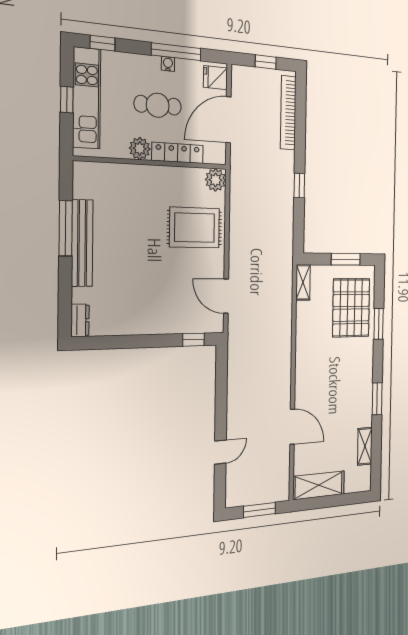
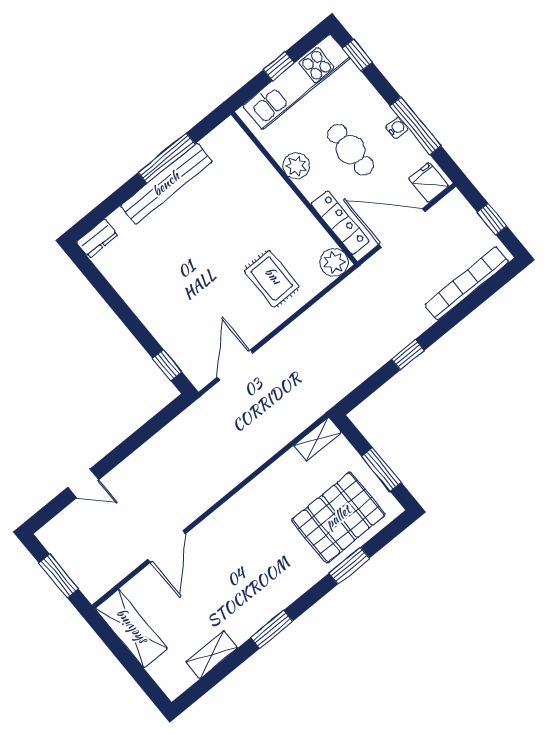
locker: (178, 153) -> (340, 223), moved
rug: (195, 228) -> (272, 279), width x0.73, depth x0.70

